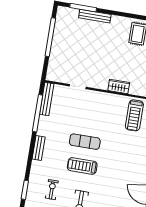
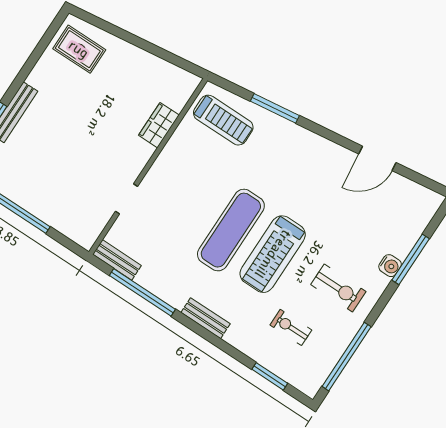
bench: (47, 99) -> (117, 260), width x0.73
exercise mat: (85, 142) -> (231, 230), width x1.36, depth x1.45
treadmill: (82, 166) -> (273, 254), width x1.37, depth x1.38

